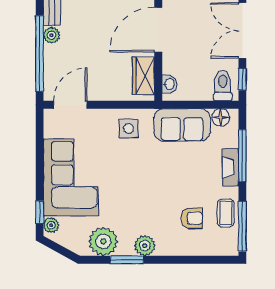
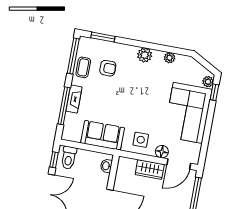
wardrobe: (144, 76) -> (150, 169), moved, turned 90
floor lamp: (221, 118) -> (162, 152), moved
armchair: (192, 218) -> (108, 68), turned 180
plant: (103, 241) -> (169, 58), width x0.53, depth x0.53
window: (127, 260) -> (103, 37), moved

